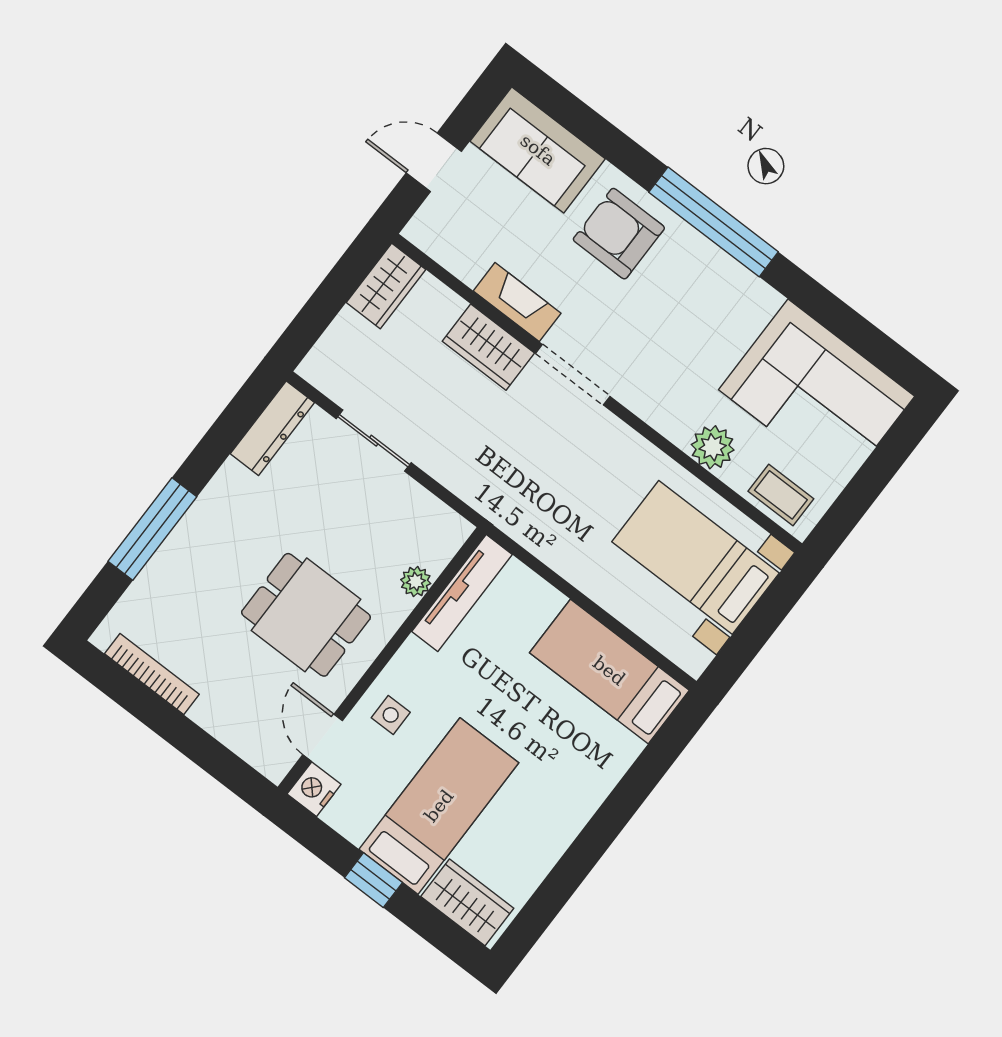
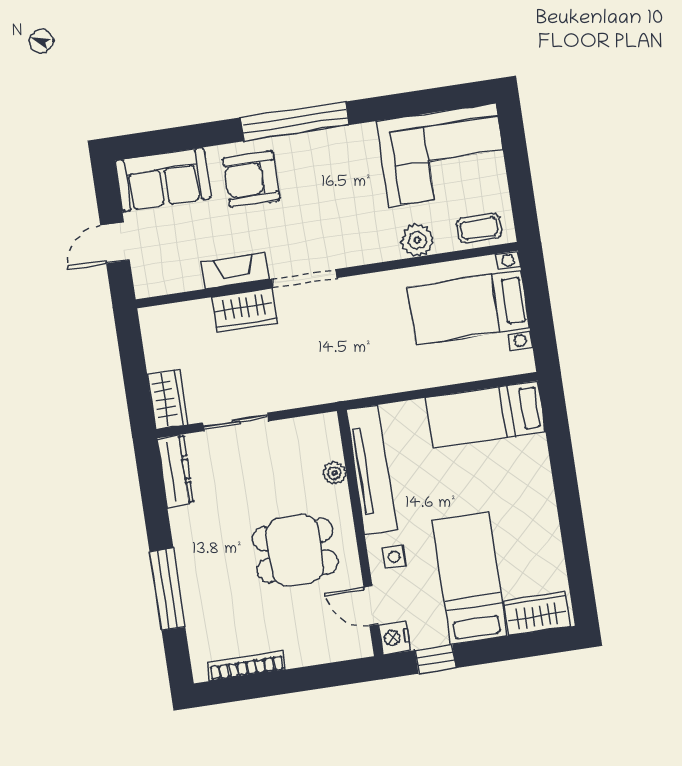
wardrobe: (386, 286) -> (167, 399), moved
tv unit: (462, 593) -> (371, 470), width x1.36, depth x1.29
window: (373, 880) -> (435, 659), moved

